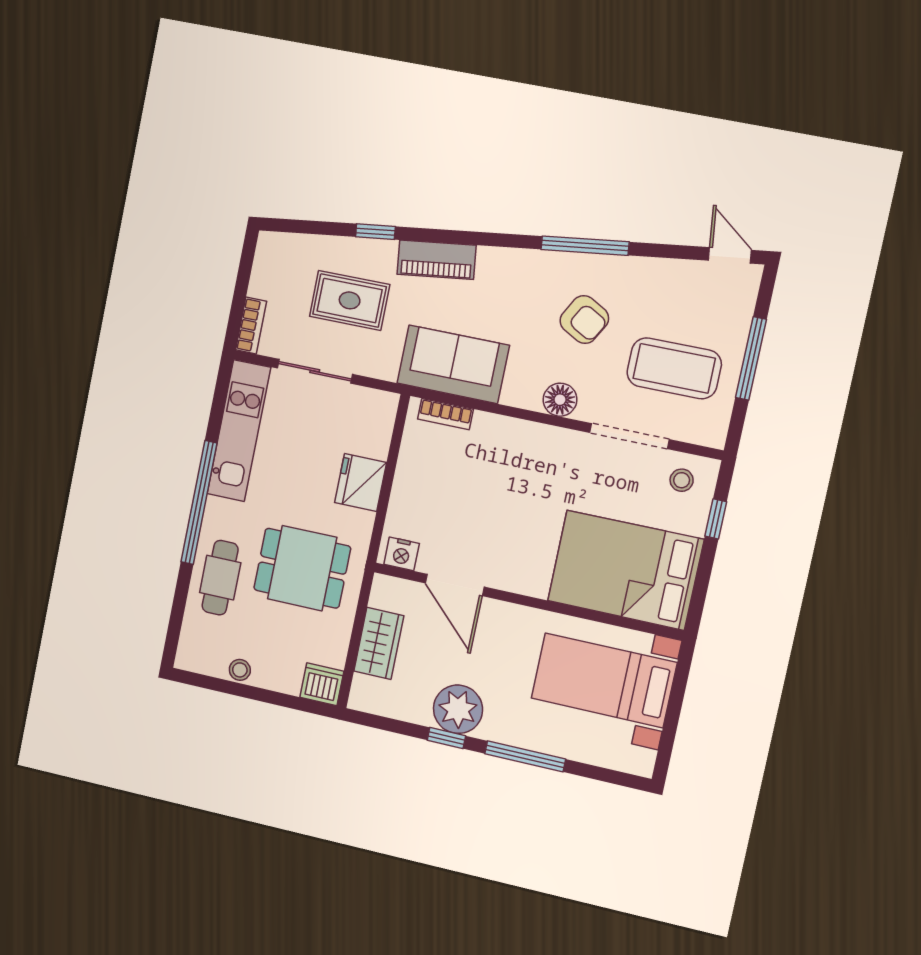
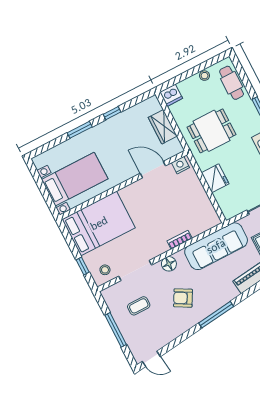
window: (585, 246) -> (216, 315), moved
sofa: (453, 364) -> (216, 246), width x1.36
coffee table: (674, 368) -> (139, 306), width x0.54, depth x0.58
bookcase: (445, 414) -> (180, 240), moved
cafe table: (220, 578) -> (232, 83), moved
plant: (458, 709) -> (116, 127), removed
window: (525, 756) -> (80, 130), width x0.69

